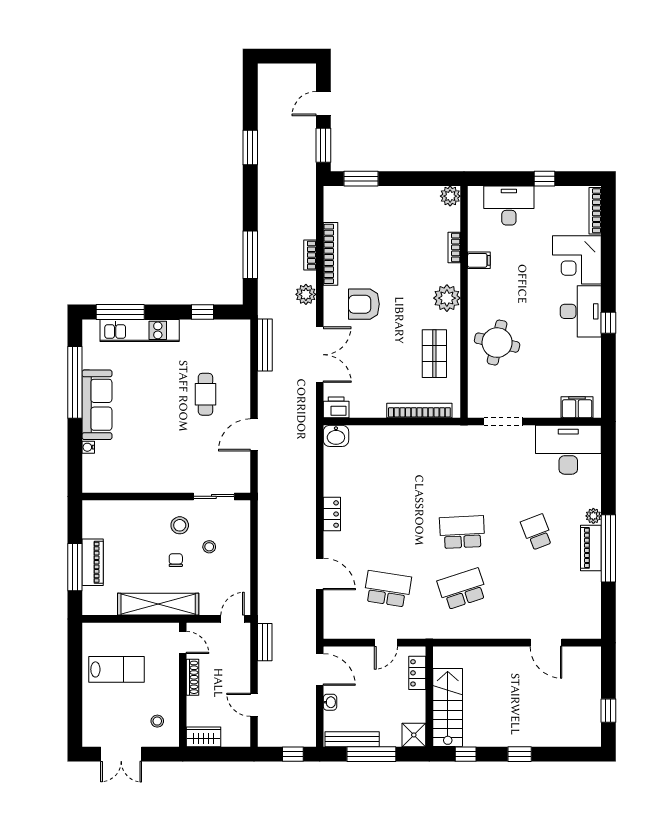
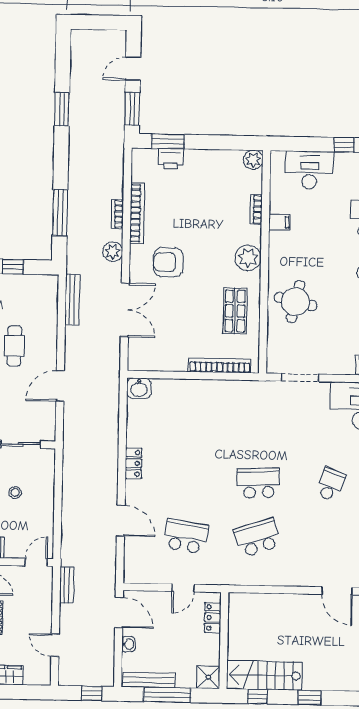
printer: (336, 407) -> (171, 159), moved, turned 180
school desk: (537, 532) -> (330, 484), turned 42
stairs: (448, 707) -> (264, 675), moved, turned -90

